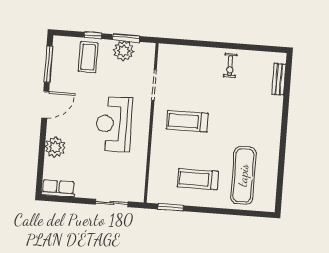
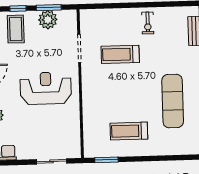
treadmill: (187, 121) -> (120, 54), moved
reception desk: (114, 124) -> (46, 88), turned 90
exercise mat: (243, 175) -> (173, 101), moved

